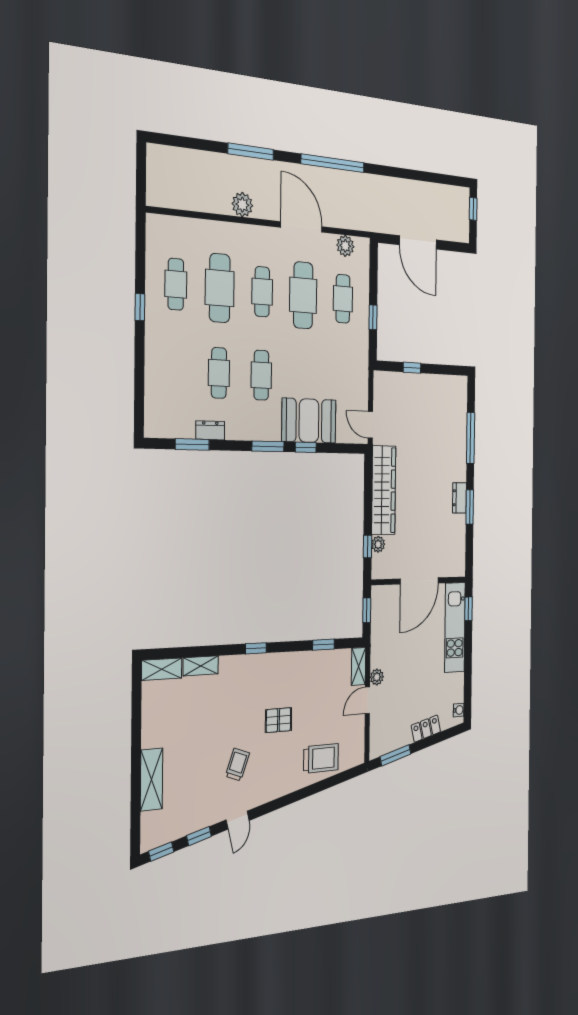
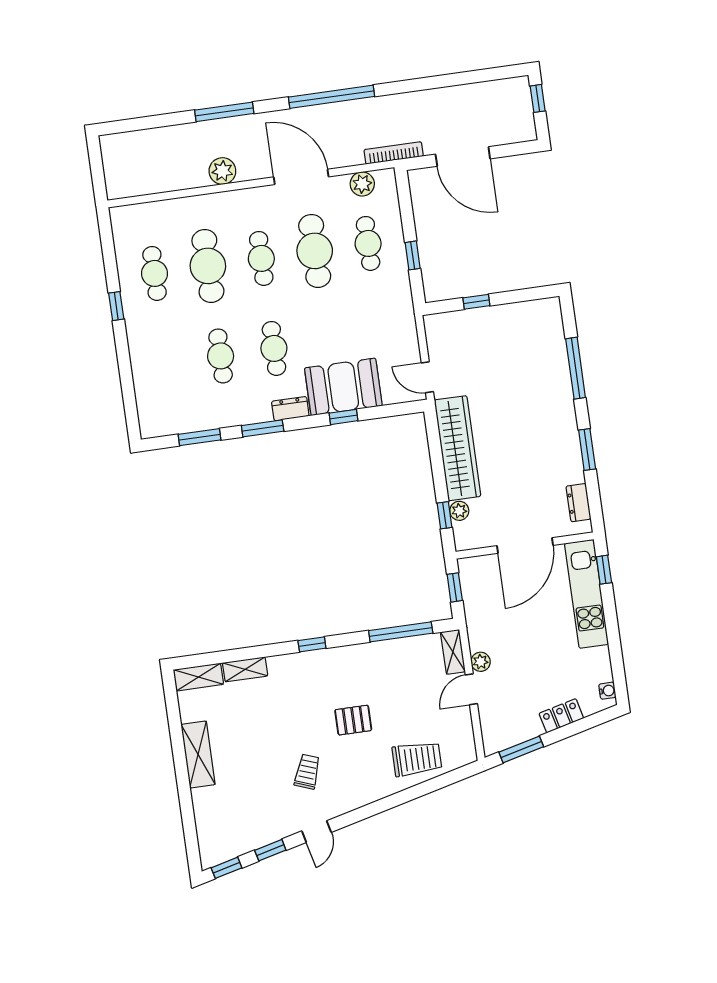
bookcase: (371, 225) -> (394, 153), added
dresser: (210, 430) -> (290, 409), moved
window: (268, 446) -> (263, 428), moved
dresser: (459, 498) -> (579, 503), moved
window: (323, 645) -> (401, 632), width x2.17
shelving: (152, 780) -> (198, 755), moved

